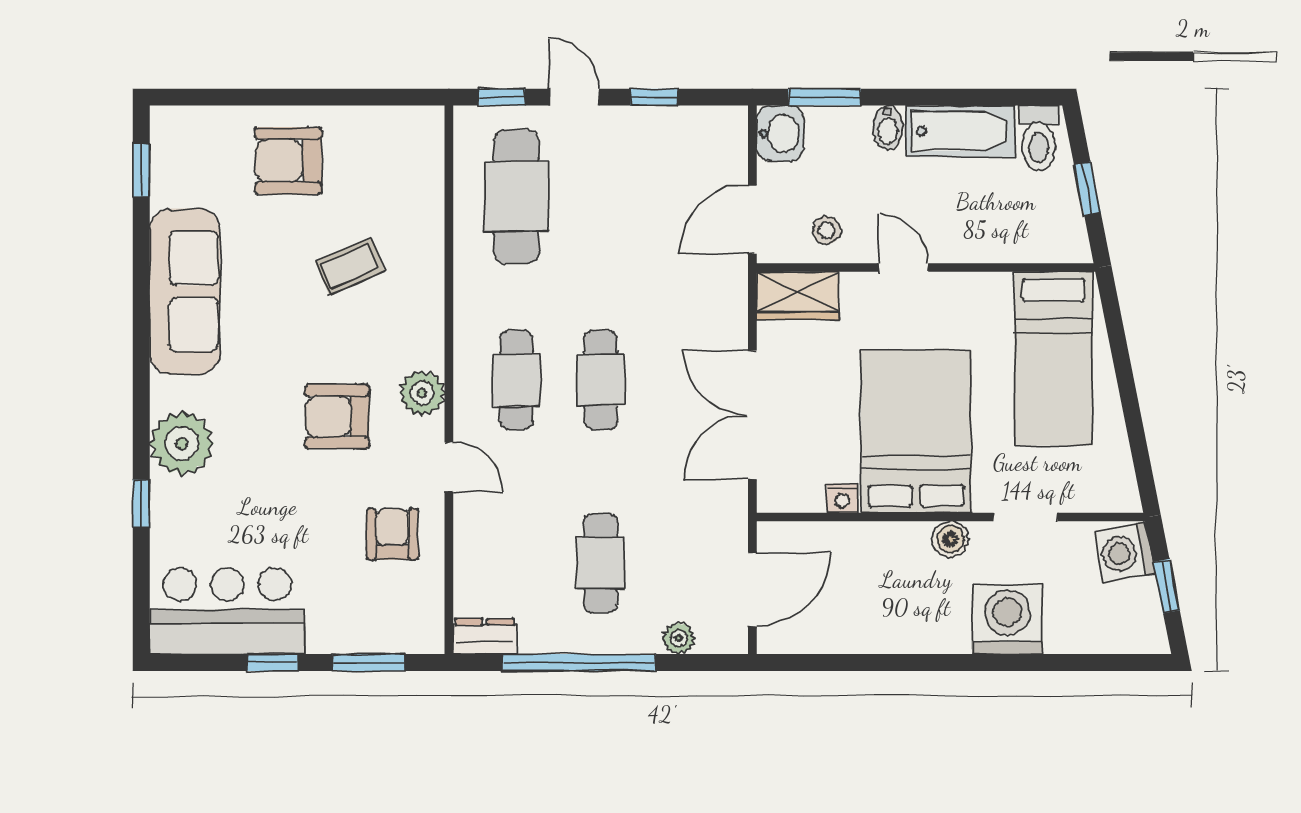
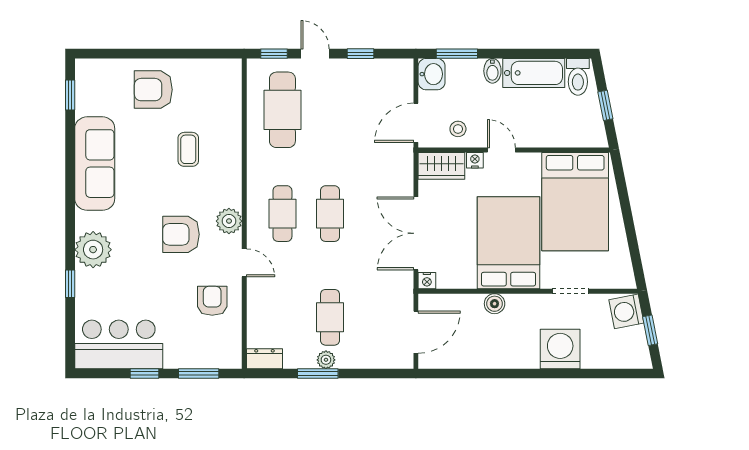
coffee table: (350, 266) -> (188, 149), turned -67
nightstand: (857, 286) -> (475, 160), added
bed: (1053, 359) -> (575, 202), width x1.50
nightstand: (842, 498) -> (427, 281), moved
boiler: (950, 539) -> (495, 304), moved
plant: (679, 638) -> (326, 360), moved
window: (579, 663) -> (318, 374), width x0.47

